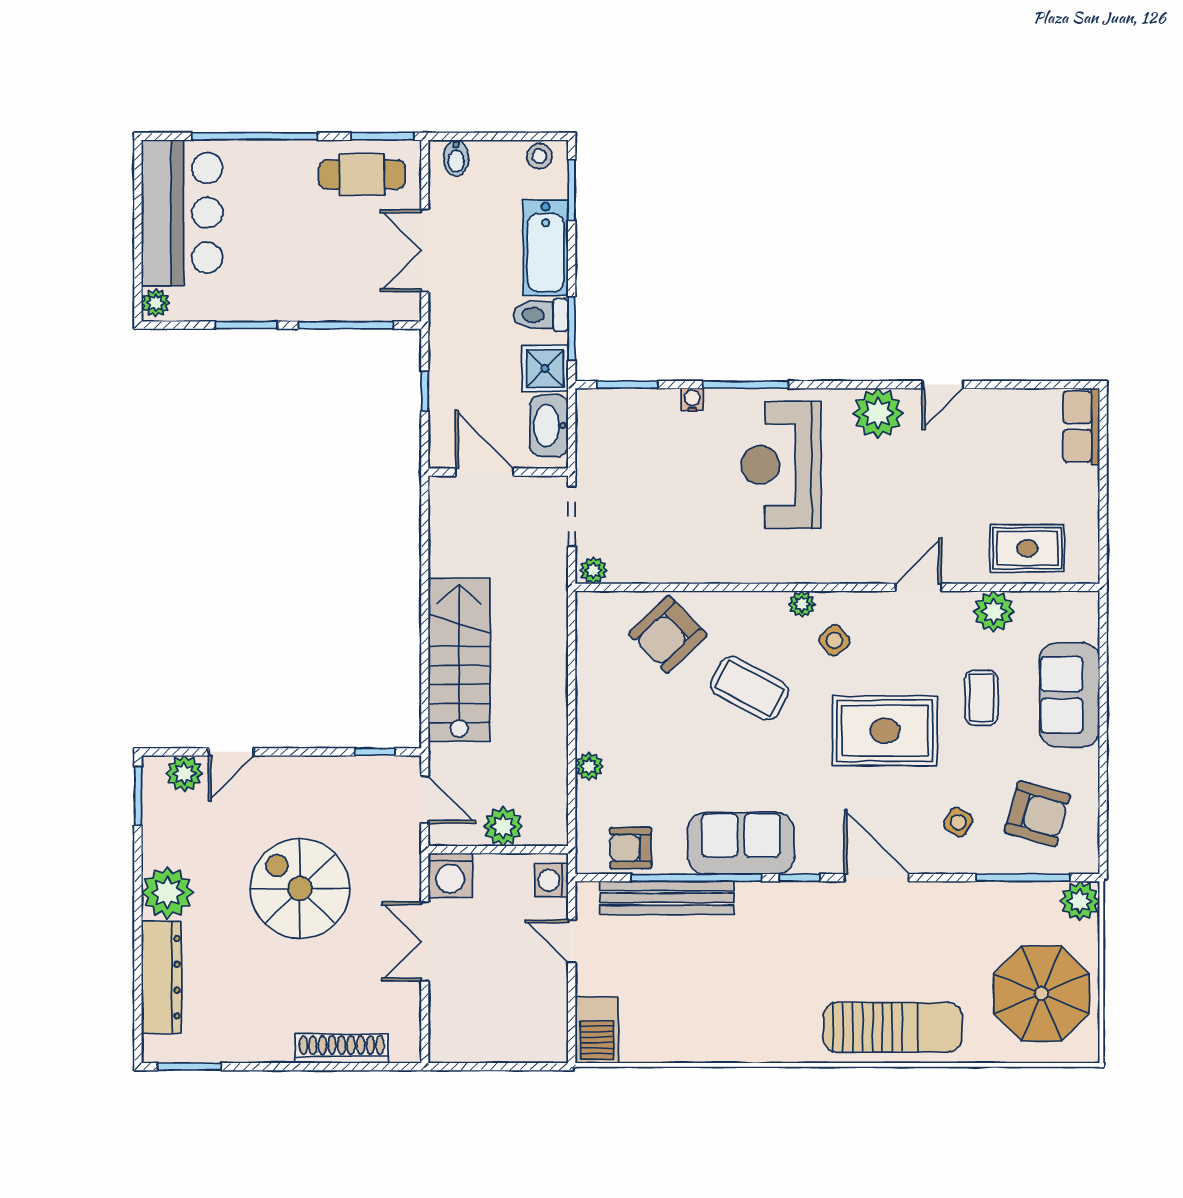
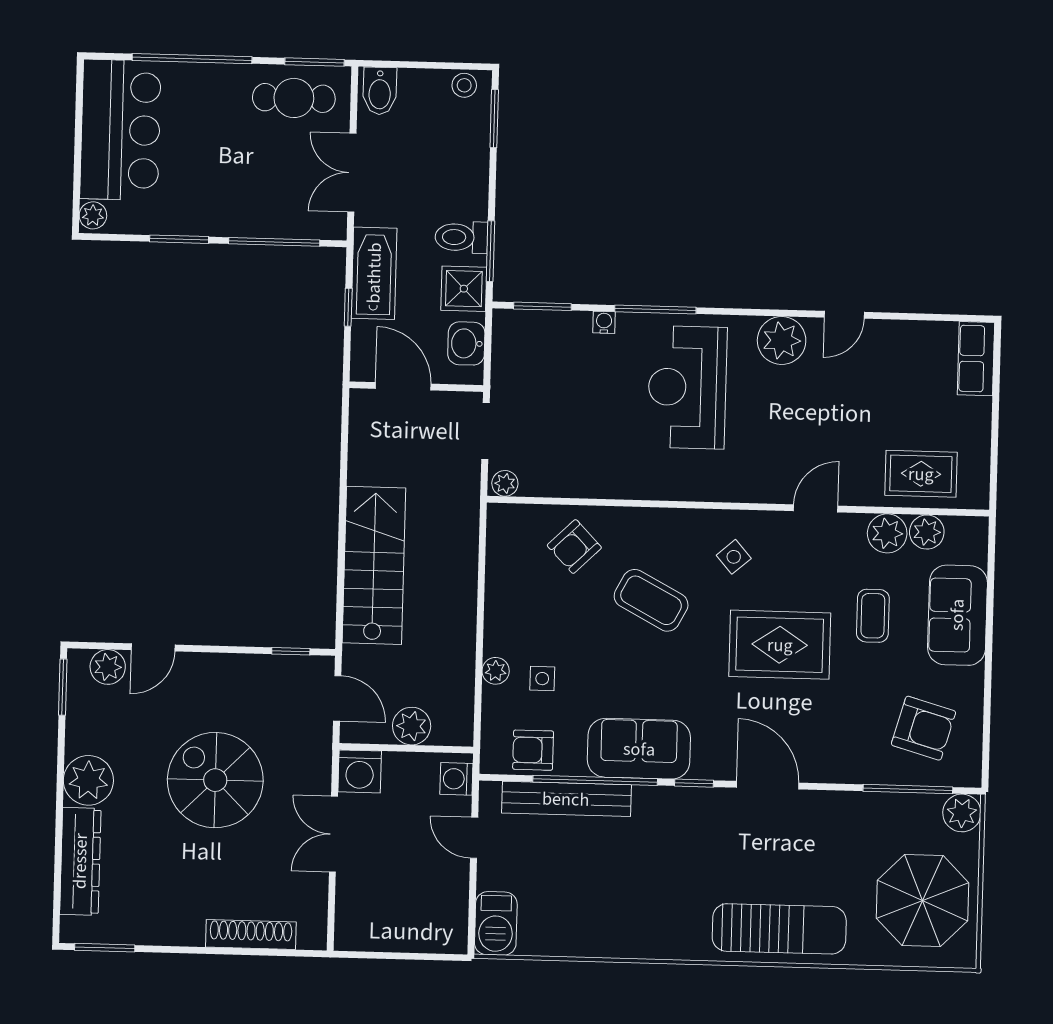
bidet: (456, 158) -> (380, 91), width x1.38, depth x1.36
bathtub: (546, 248) -> (374, 273), moved, turned 180
washbasin: (549, 426) -> (466, 343), width x0.72
plant: (802, 604) -> (927, 532), moved, width x1.38, depth x1.38
armchair: (668, 634) -> (574, 547), width x0.72, depth x0.72
side table: (958, 822) -> (542, 679), moved, turned -30

